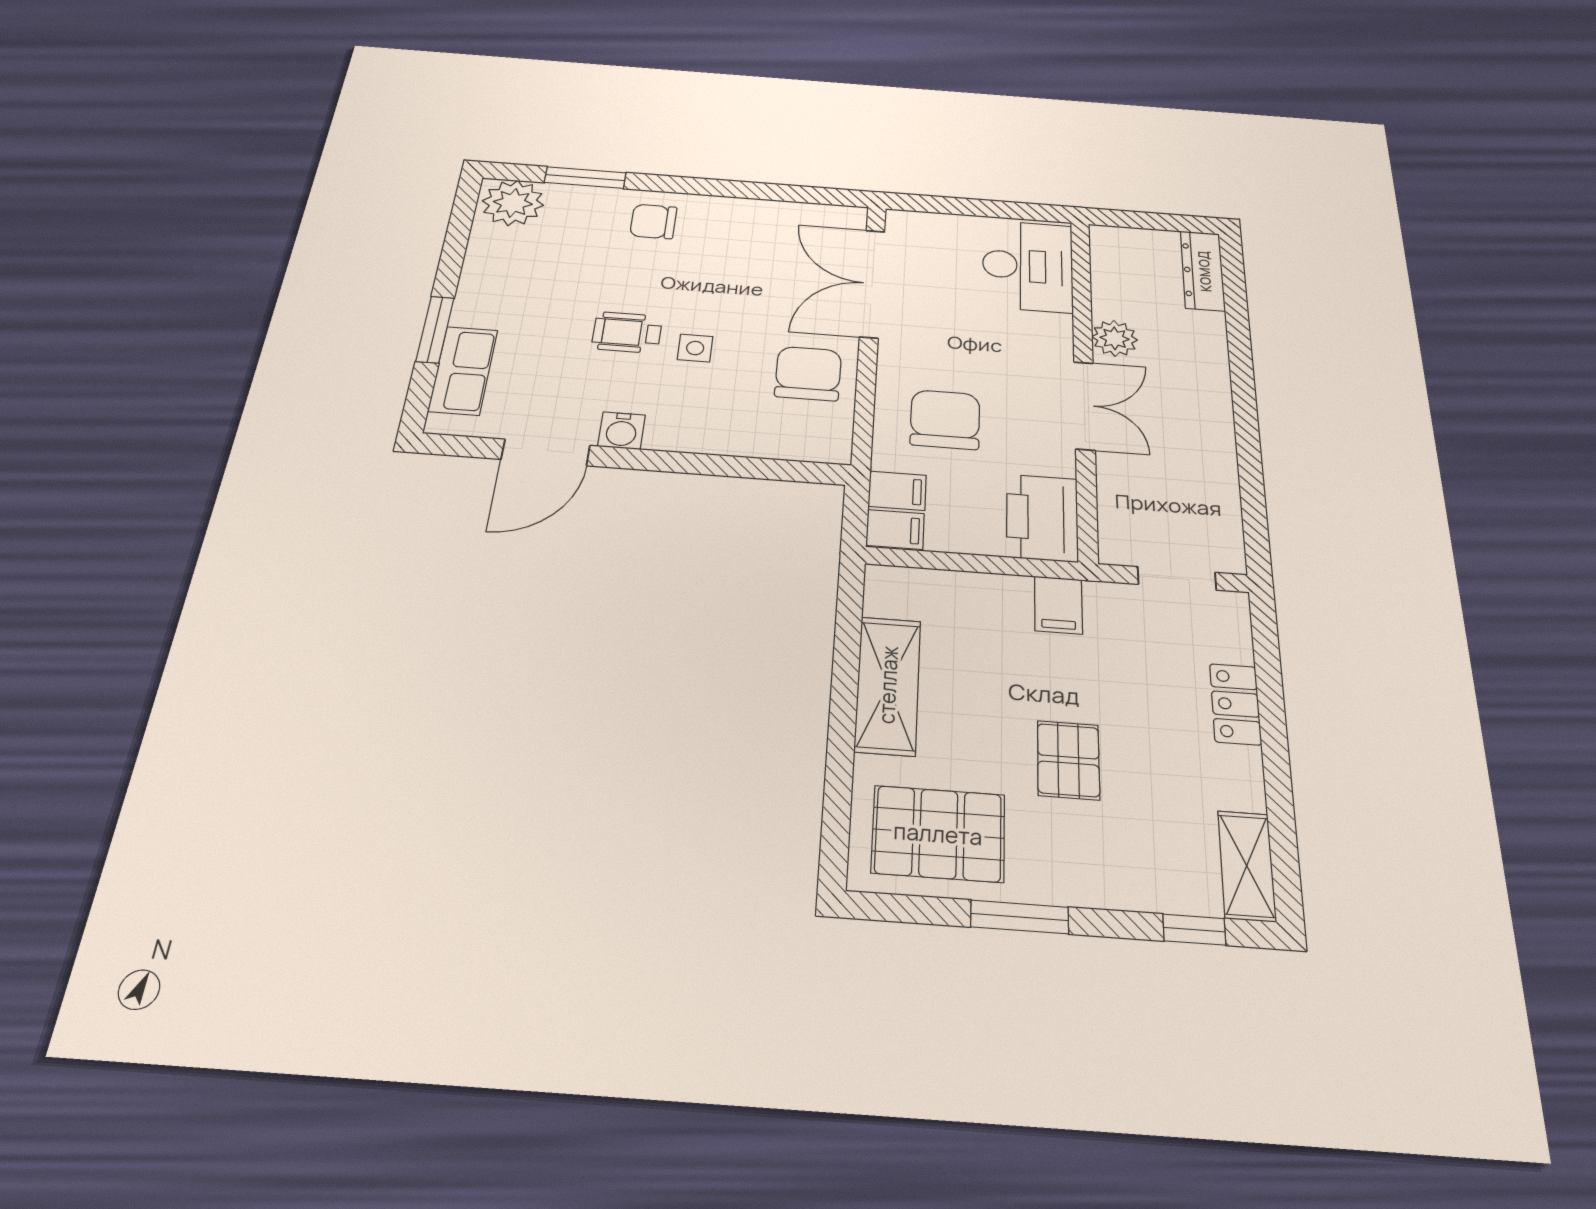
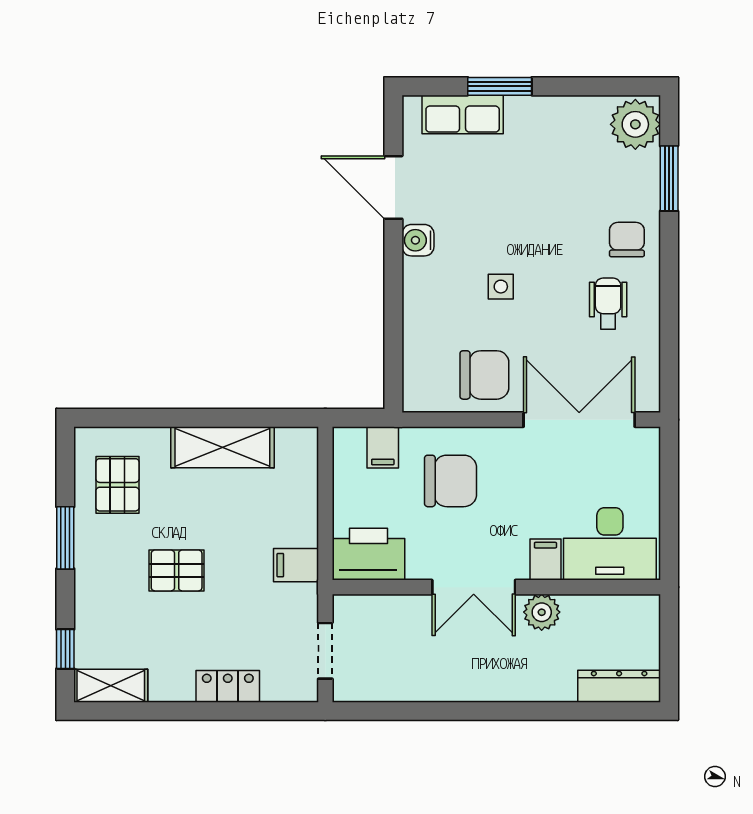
wheelchair: (627, 332) -> (608, 304), moved
filing cabinet: (895, 530) -> (545, 560), moved, turned 180
pallet: (938, 834) -> (118, 485), width x0.67, depth x0.71

